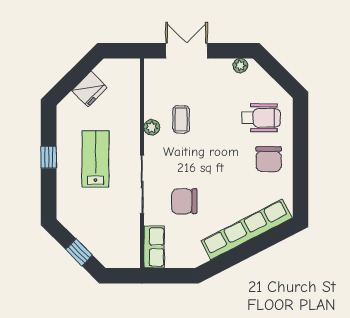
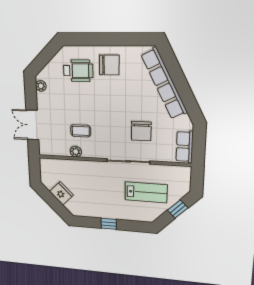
wheelchair: (261, 118) -> (78, 71), turned 90
plant: (152, 127) -> (76, 152), moved
lab bench: (95, 159) -> (146, 192), moved, turned 180
row of seats: (154, 247) -> (185, 147), moved, turned -90

